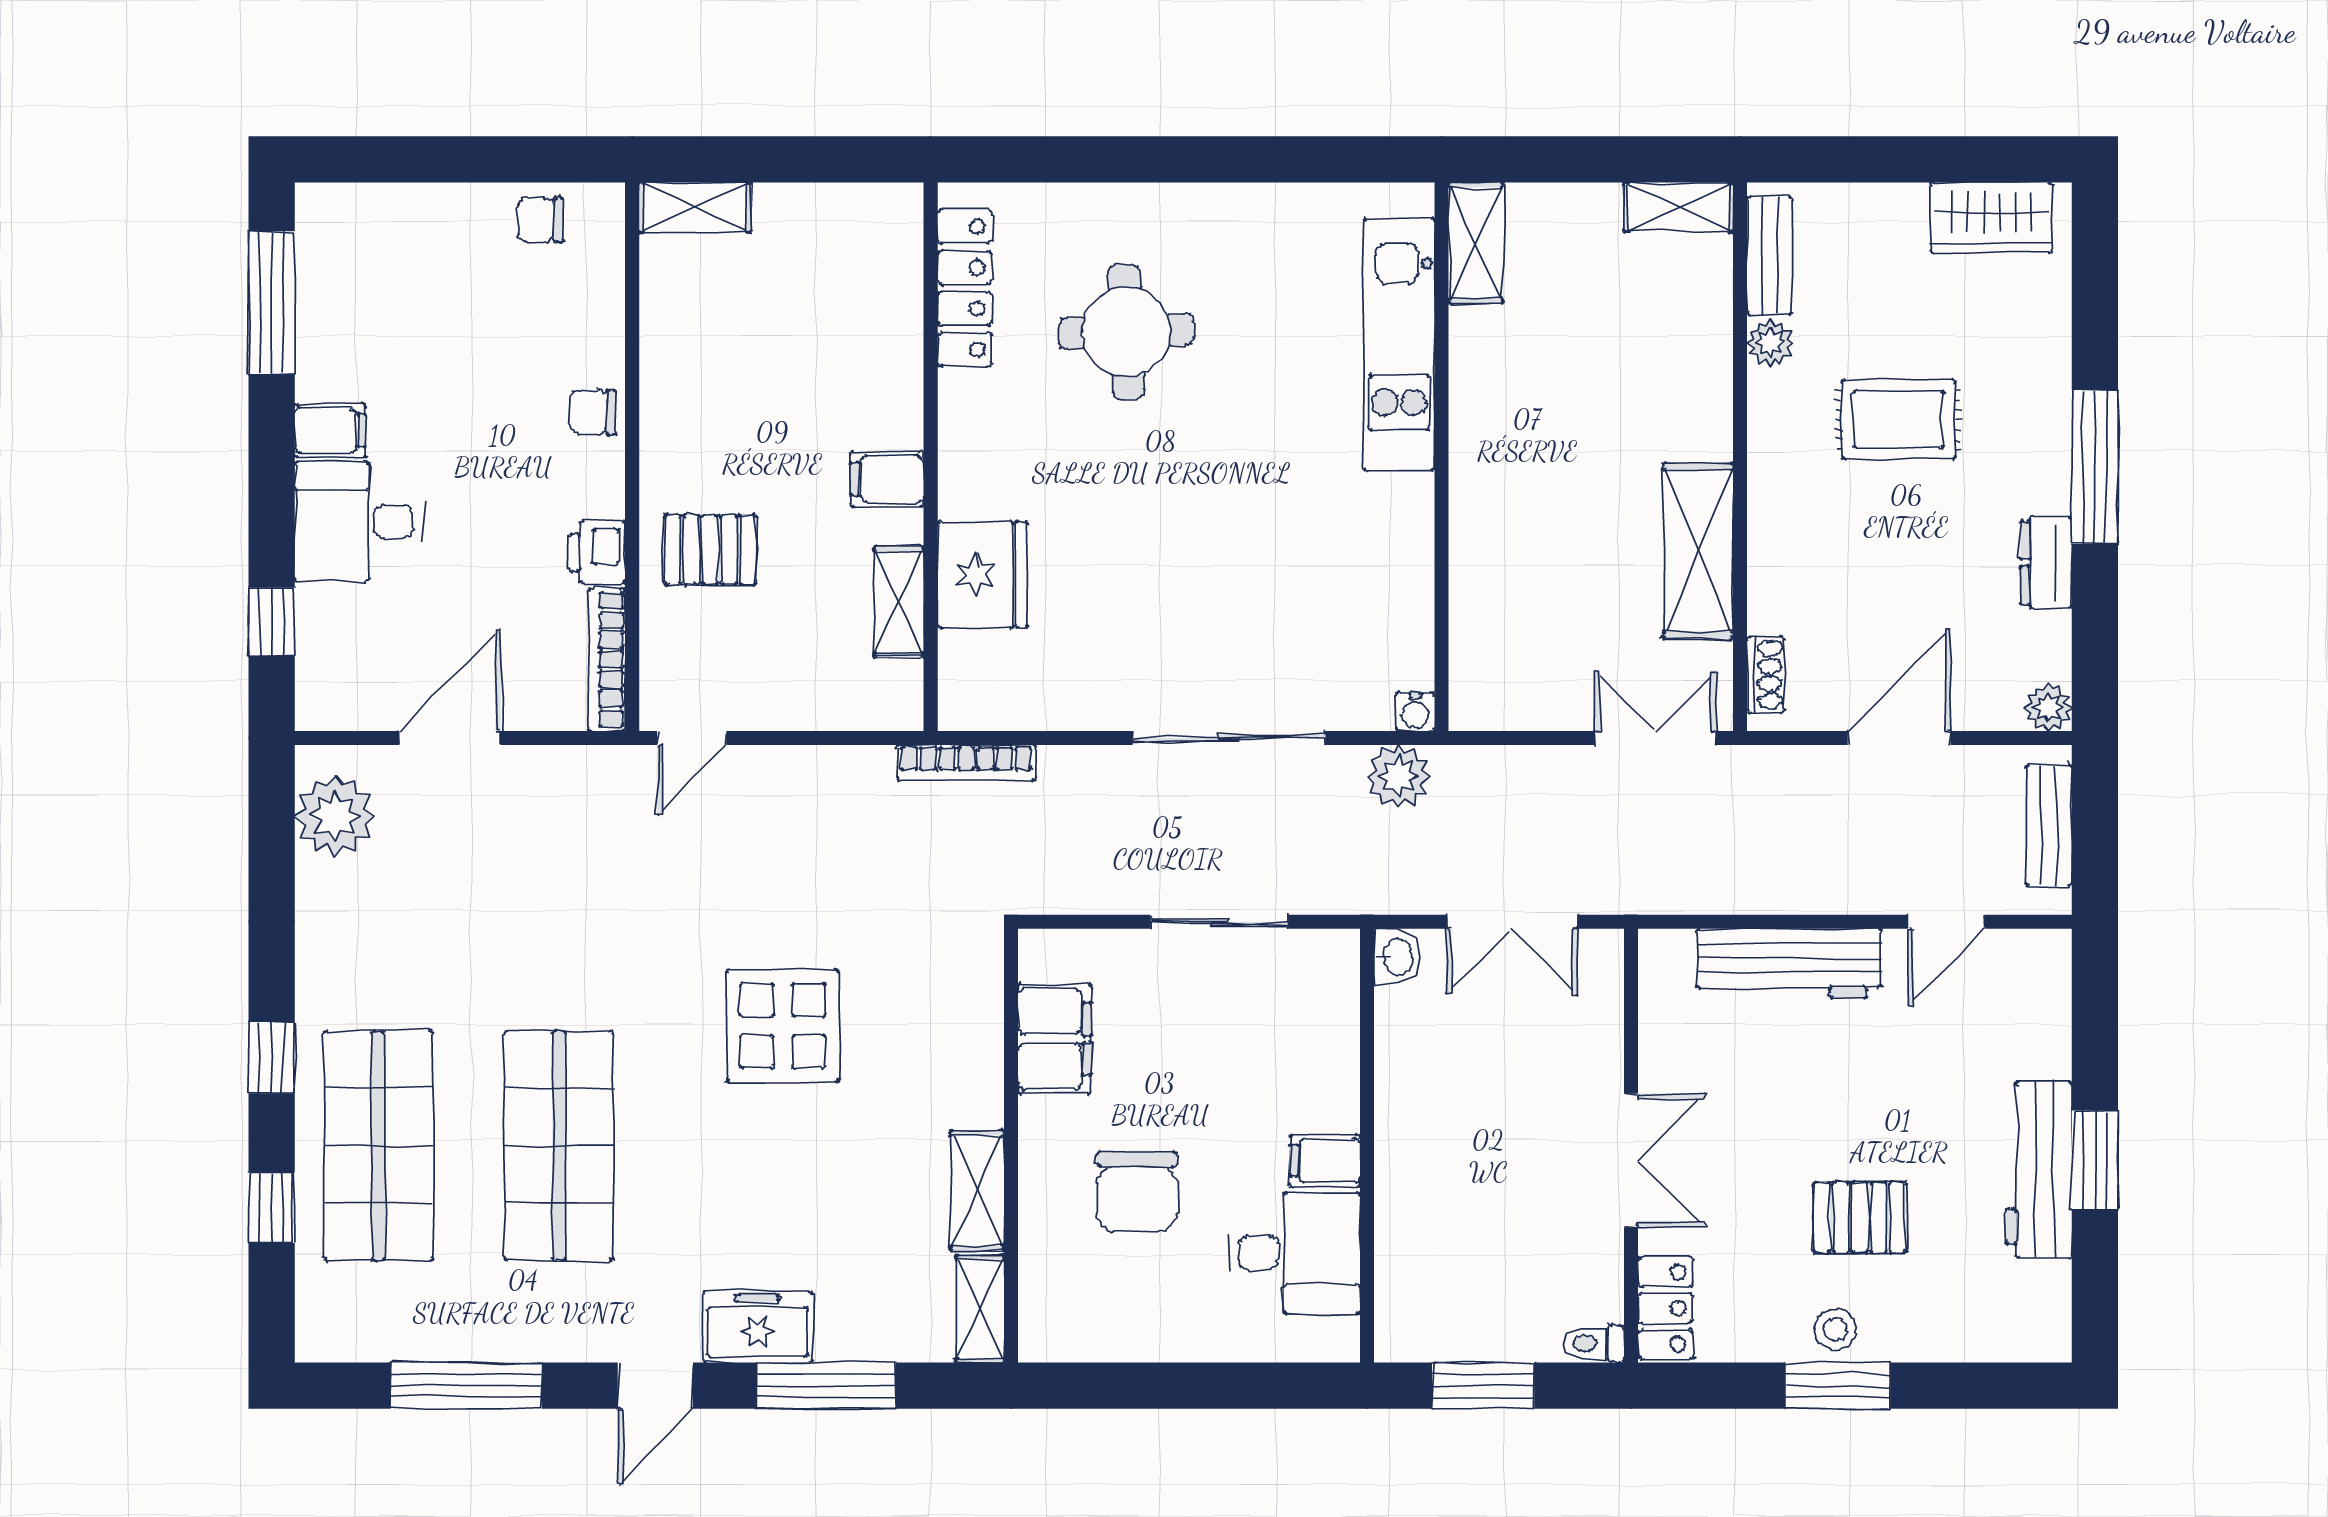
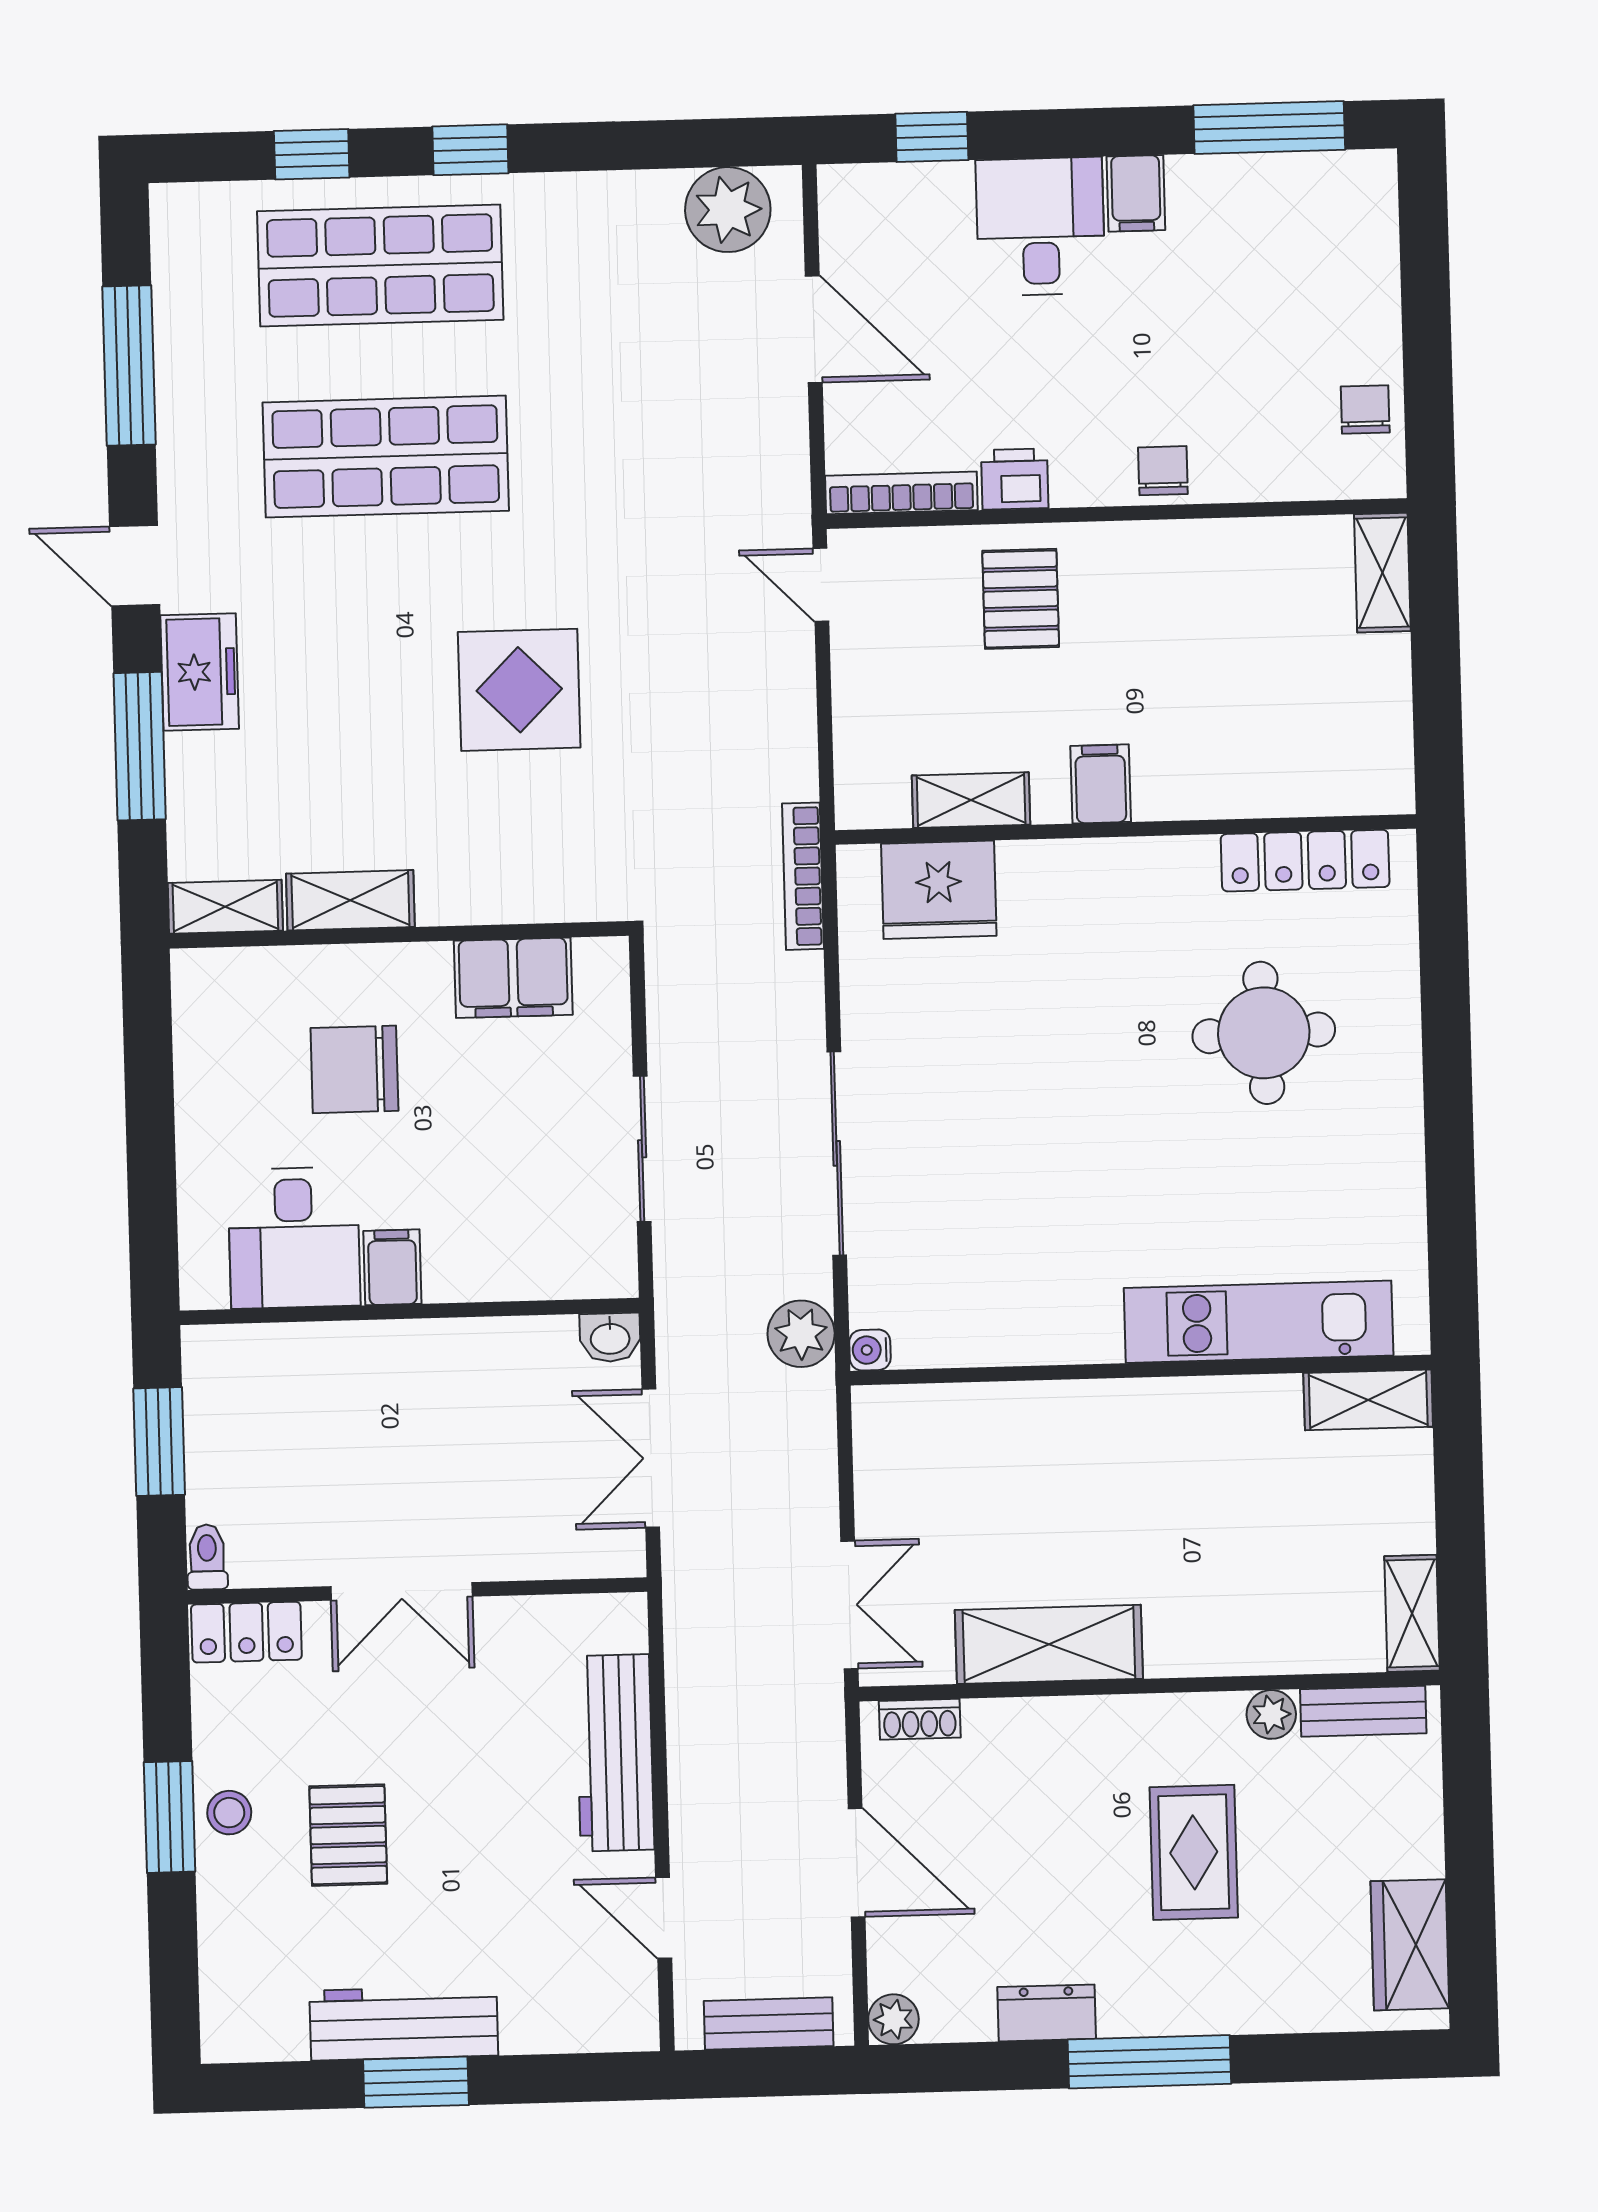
fridge: (983, 575) -> (939, 890), moved

